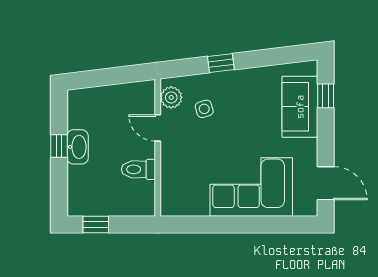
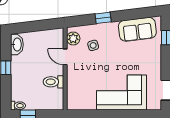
sofa: (300, 107) -> (137, 29), moved, turned -97
washbasin: (78, 147) -> (17, 45), moved
toilet: (79, 209) -> (18, 106), added

